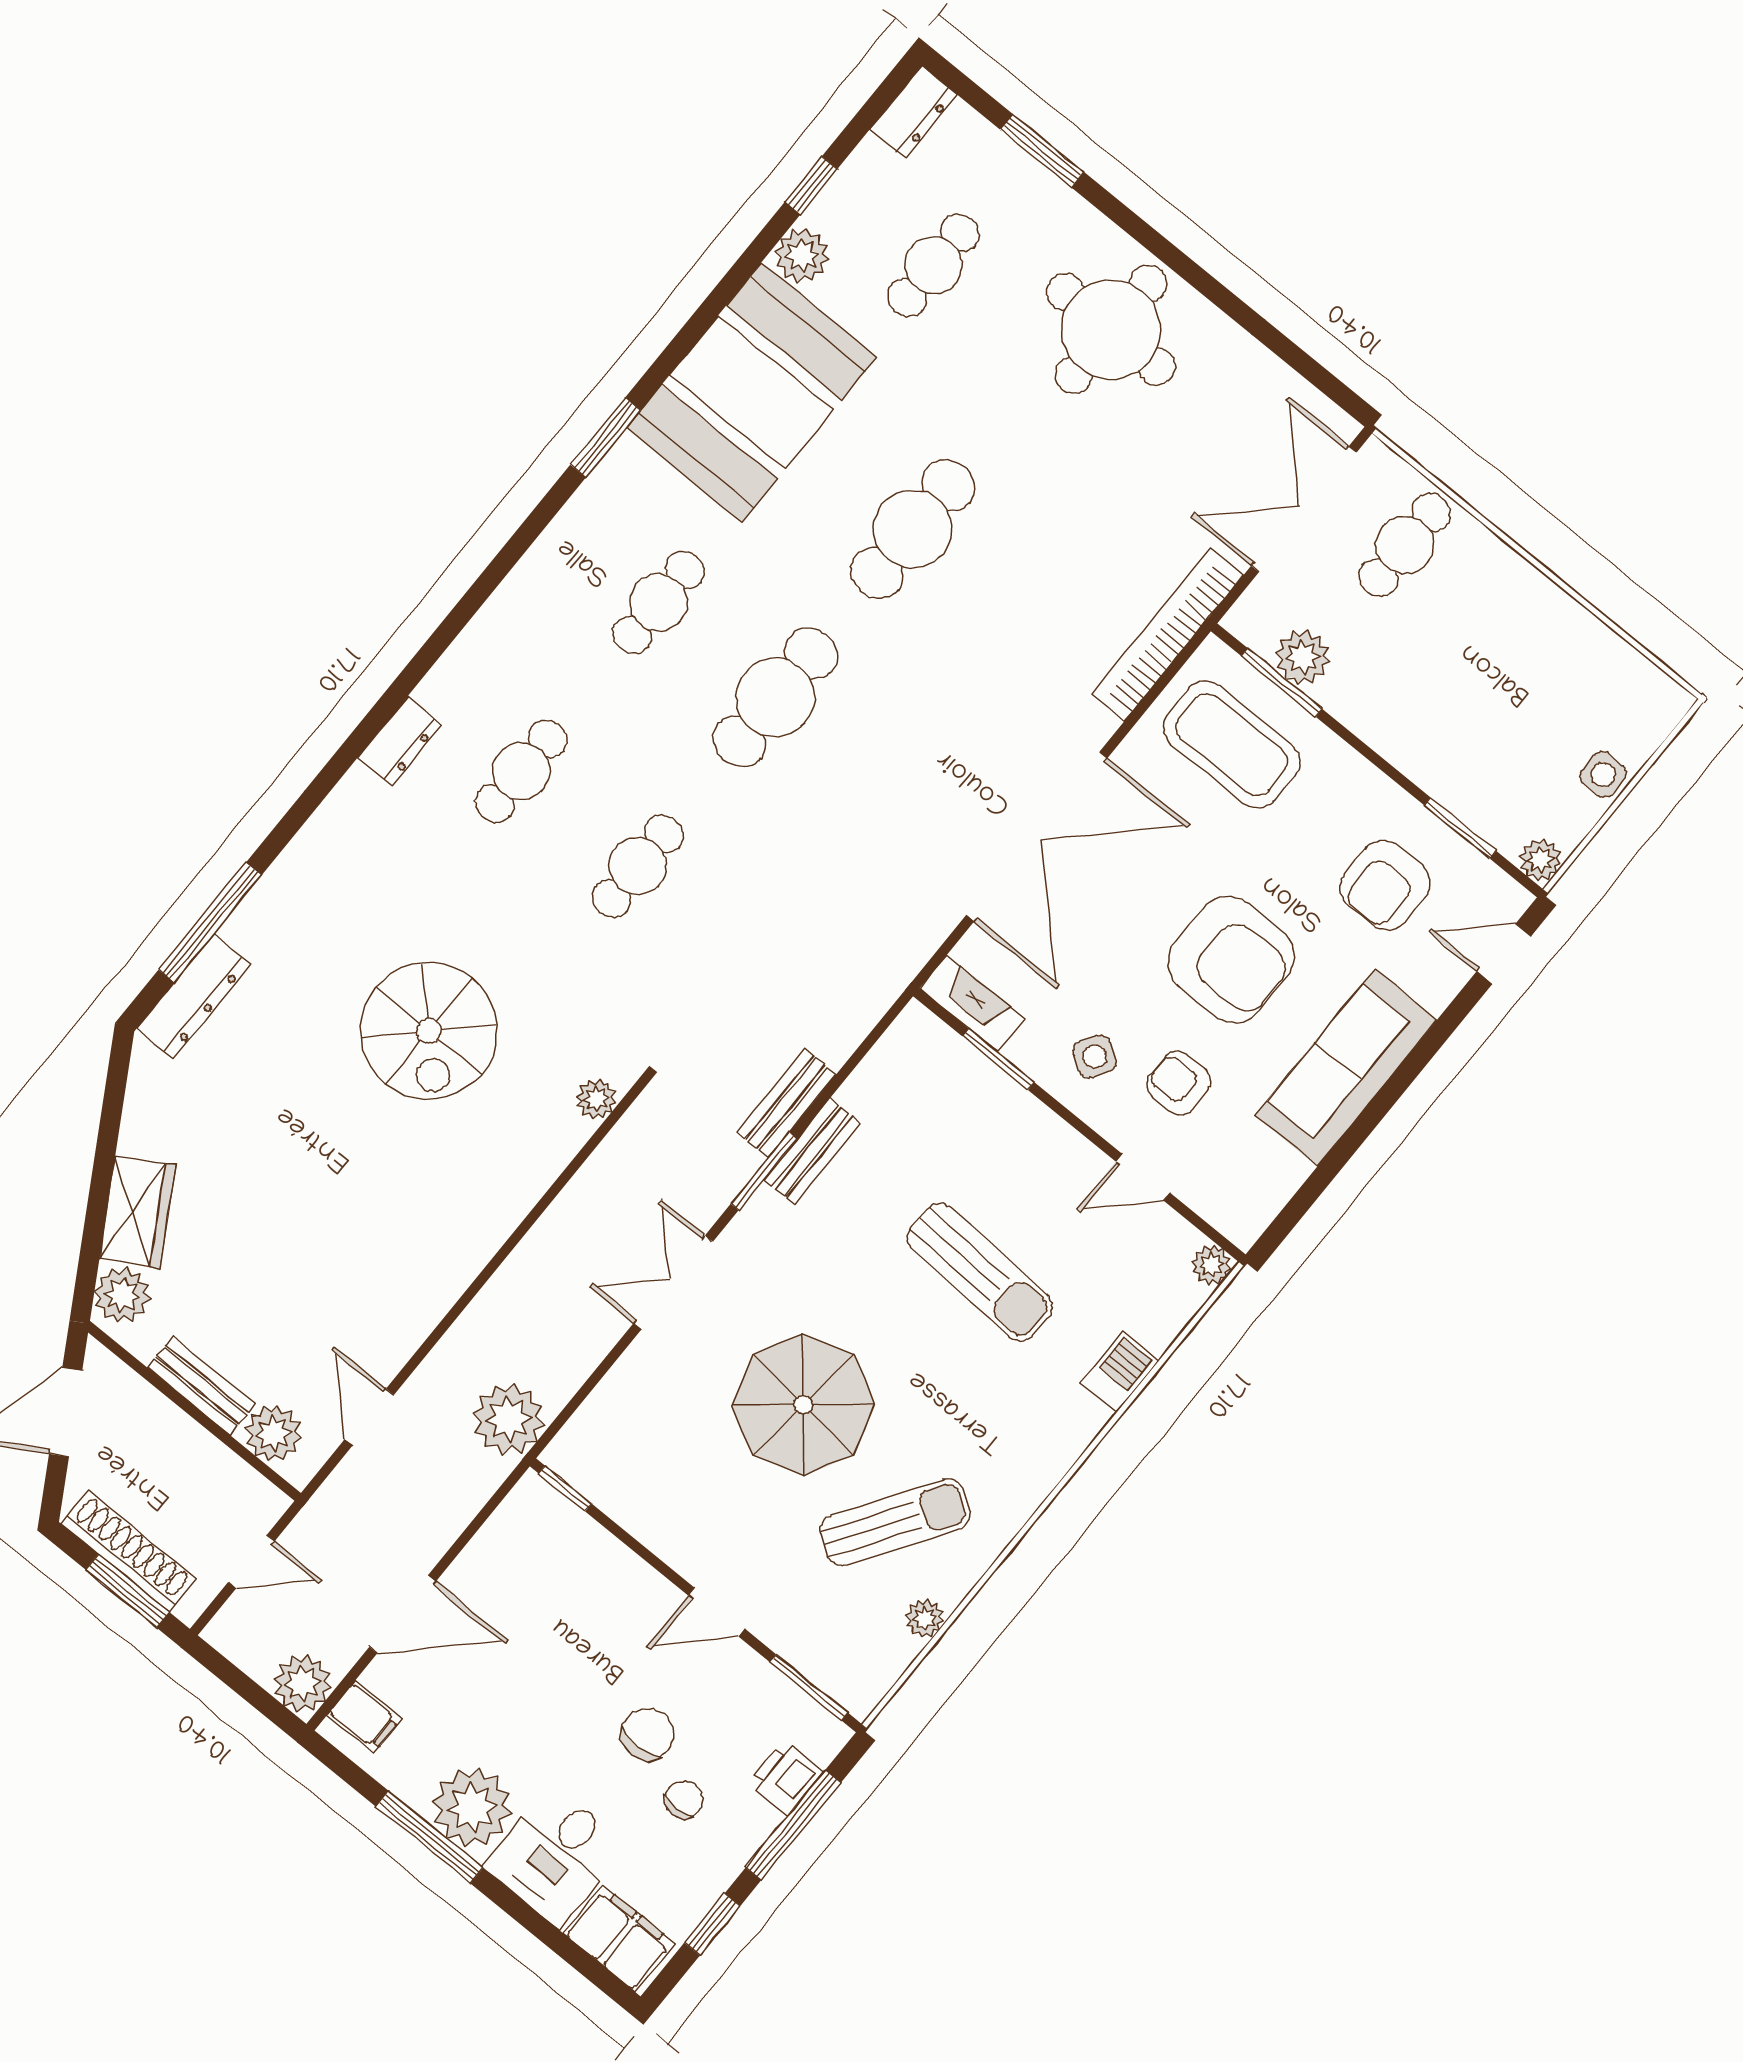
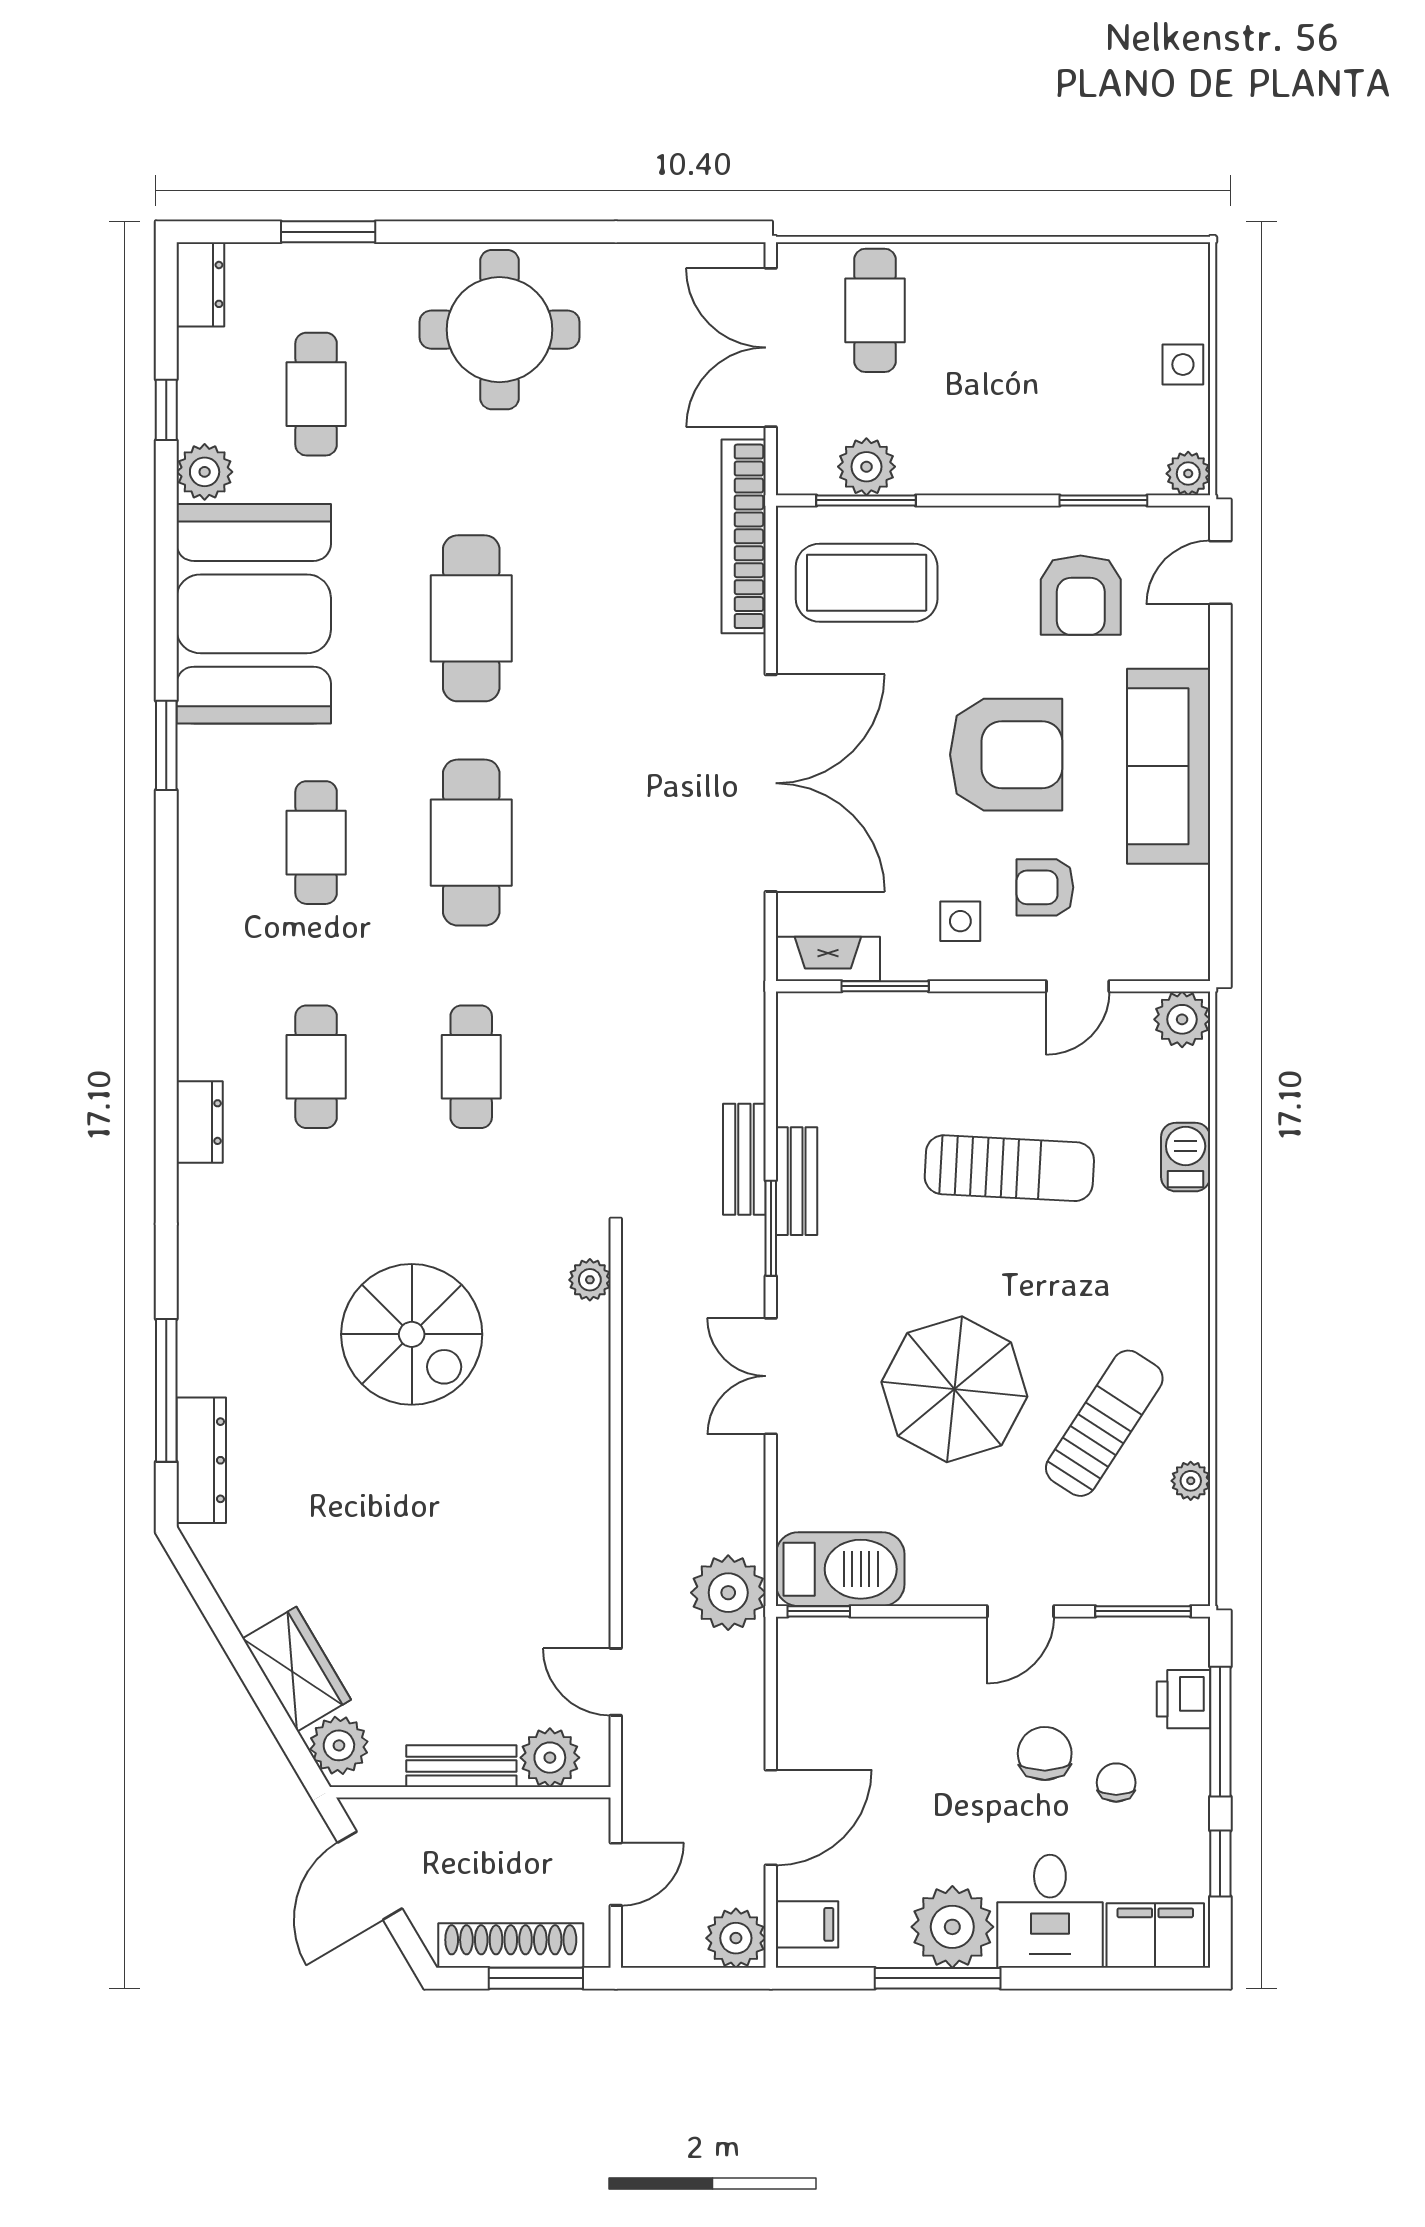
side table: (1095, 1057) -> (960, 921), turned -30
plant: (1212, 1265) -> (1182, 1019), width x1.38, depth x1.38
barbecue: (607, 1470) -> (840, 1569), added

